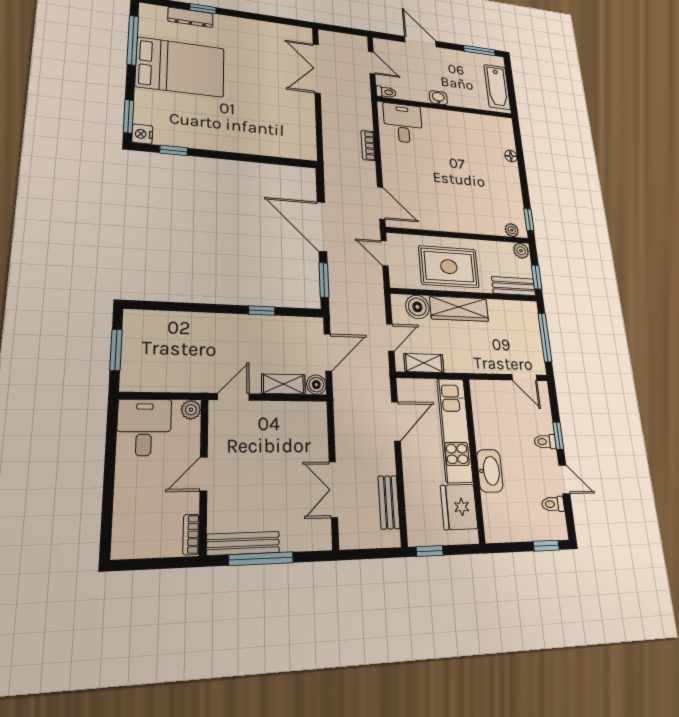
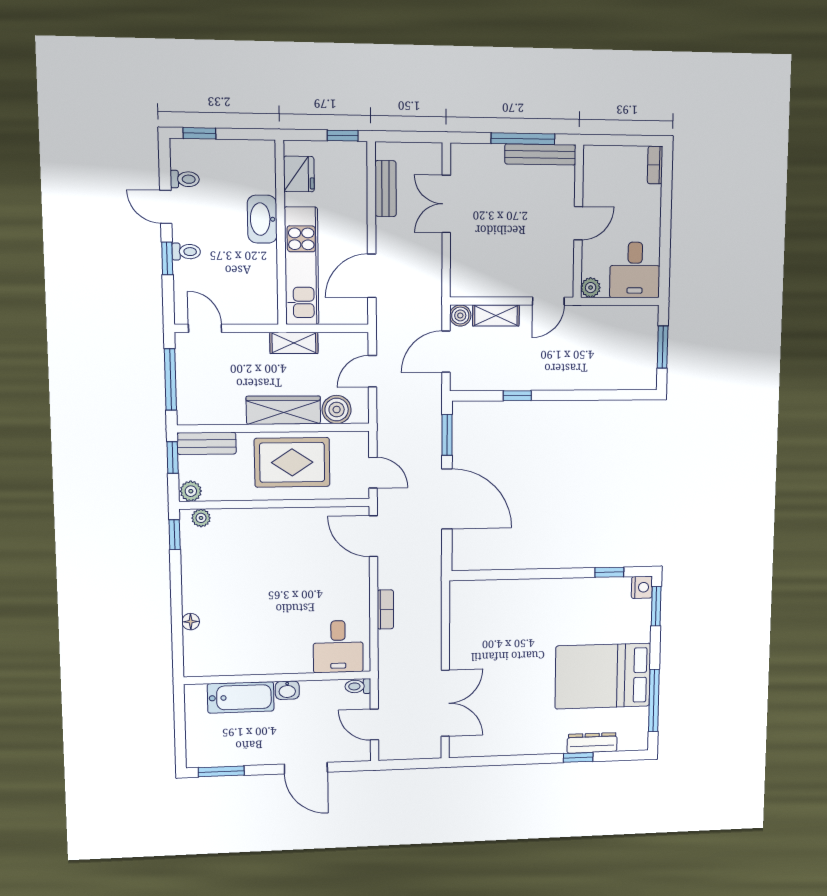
bathtub: (497, 87) -> (241, 697), moved, turned 90
shelving: (424, 363) -> (294, 343), moved
double door: (333, 489) -> (446, 204), swing flipped
fridge: (459, 507) -> (299, 174), width x0.73, depth x0.75
bookcase: (191, 534) -> (655, 165), moved, turned 180

